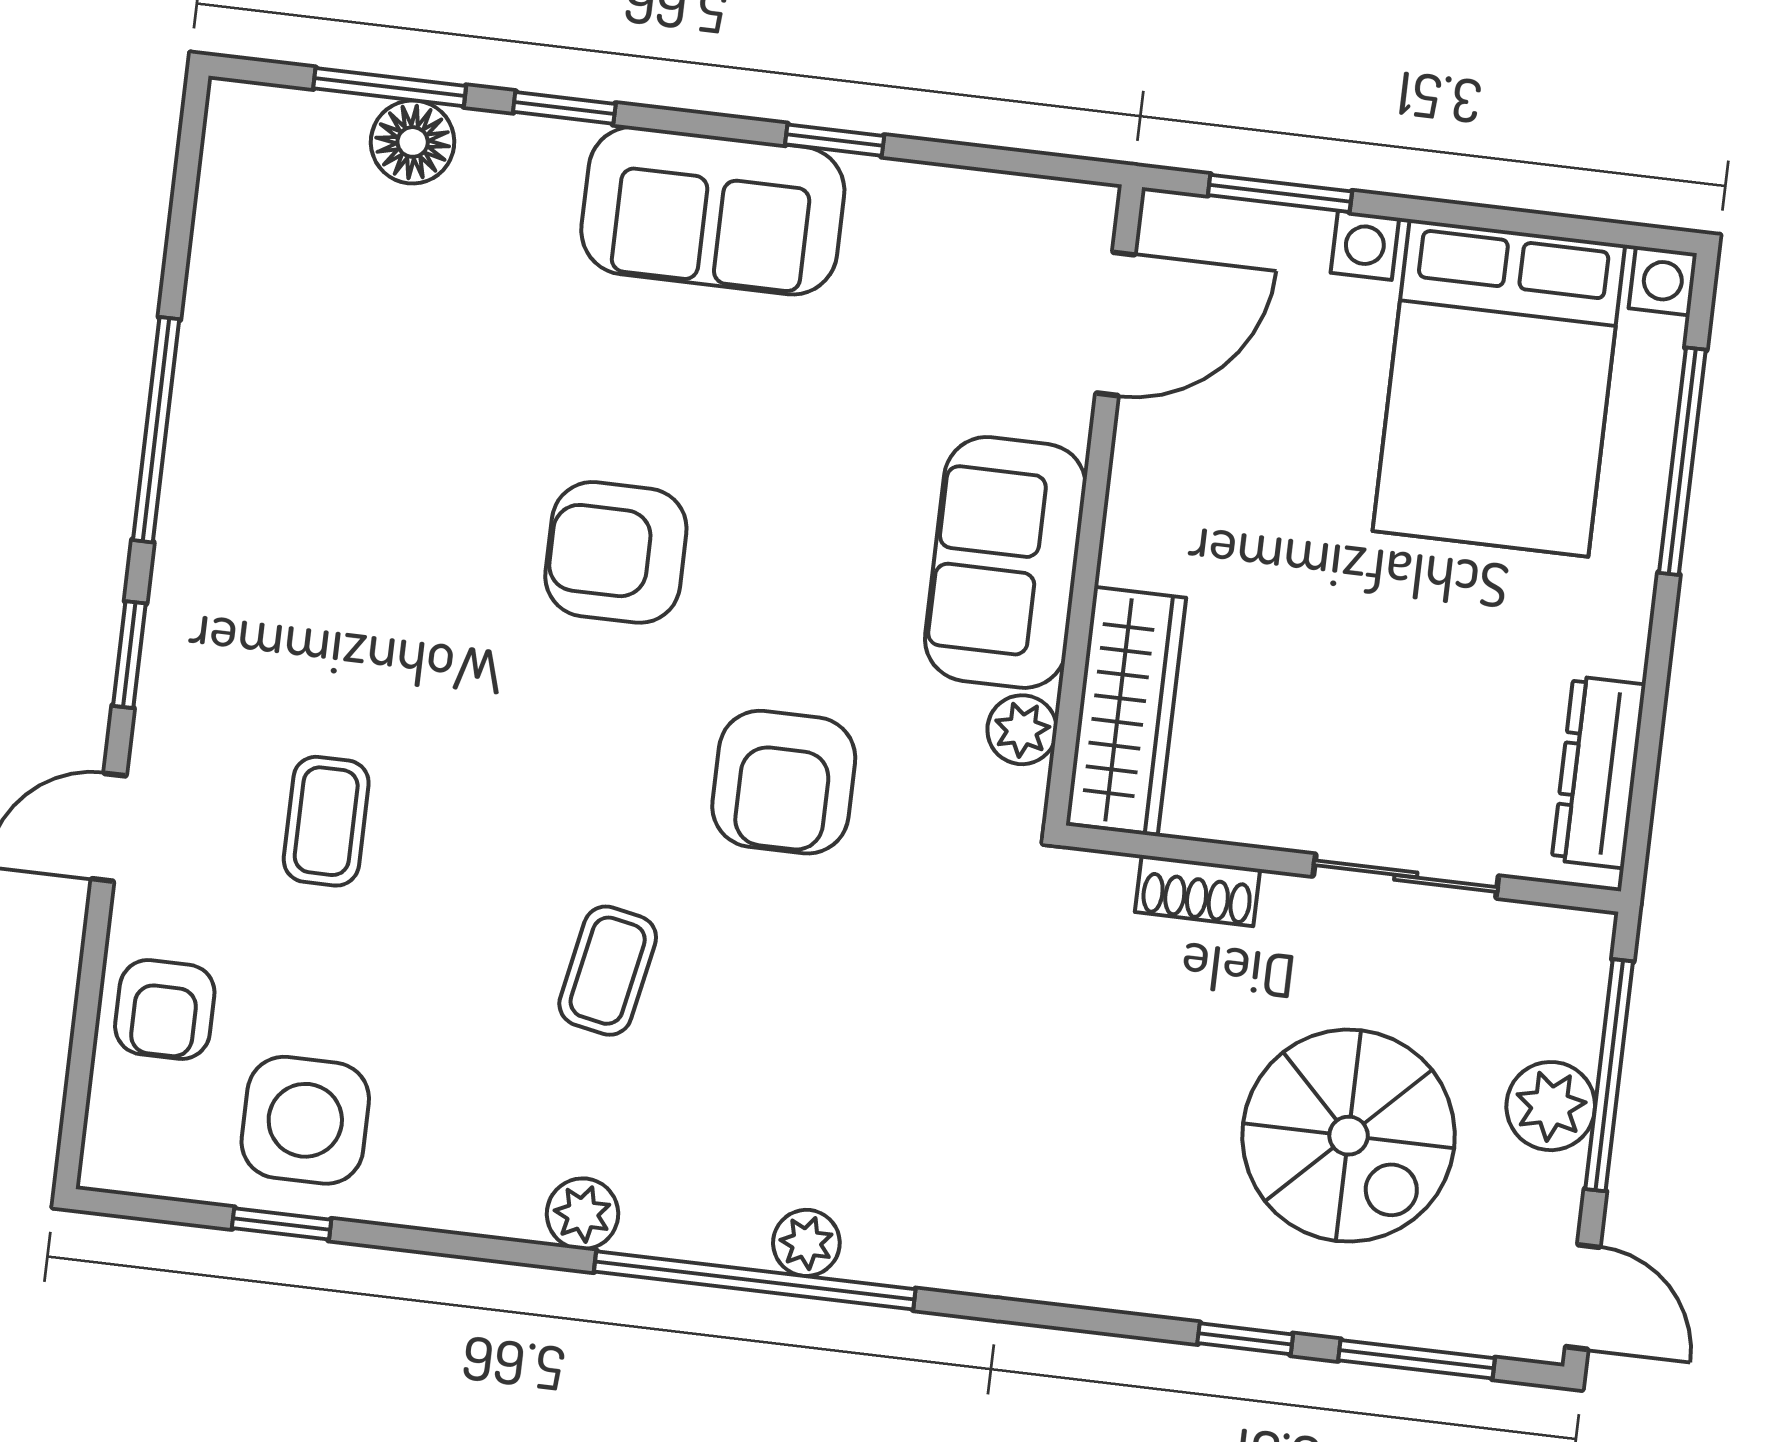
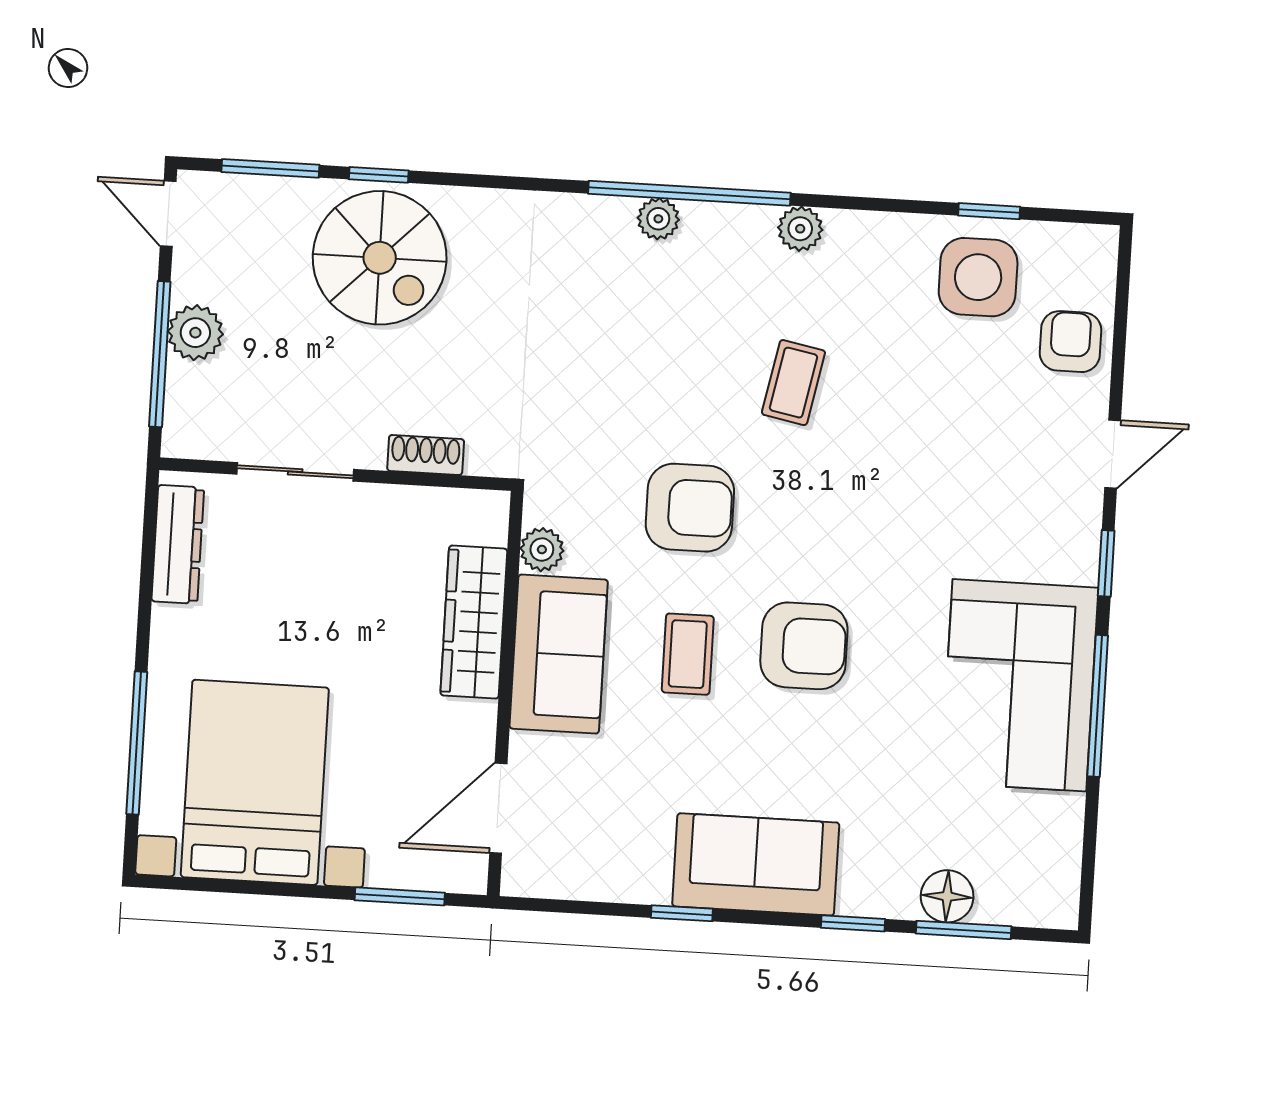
corner sofa: (278, 470) -> (1019, 685), added
wardrobe: (1126, 711) -> (474, 622), moved
armchair: (784, 782) -> (690, 508), turned 90
coffee table: (326, 821) -> (688, 654), moved
spiral stairs: (1349, 1136) -> (380, 258), moved, turned 180

